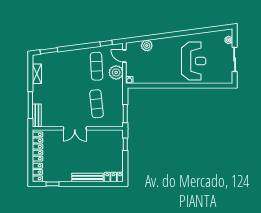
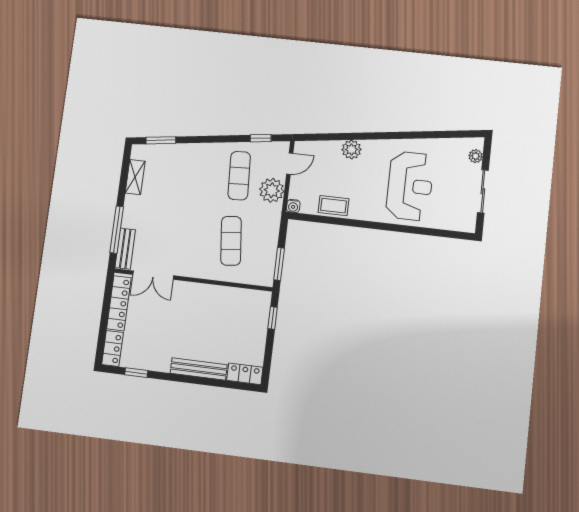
plant: (147, 46) -> (351, 149), moved
door: (124, 56) -> (290, 164), swing flipped
coffee table: (152, 77) -> (333, 206), added
double door: (75, 128) -> (153, 275), moved

